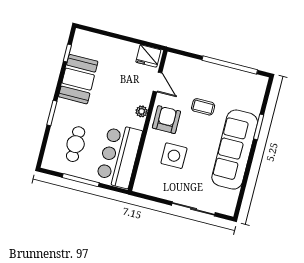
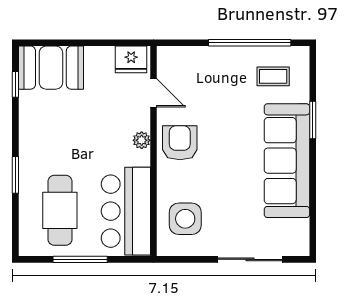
booth: (78, 79) -> (51, 68), moved, turned 90
coffee table: (203, 107) -> (273, 76), moved
cafe table: (76, 144) -> (60, 210), width x1.37, depth x1.35
side table: (174, 156) -> (185, 219), moved

